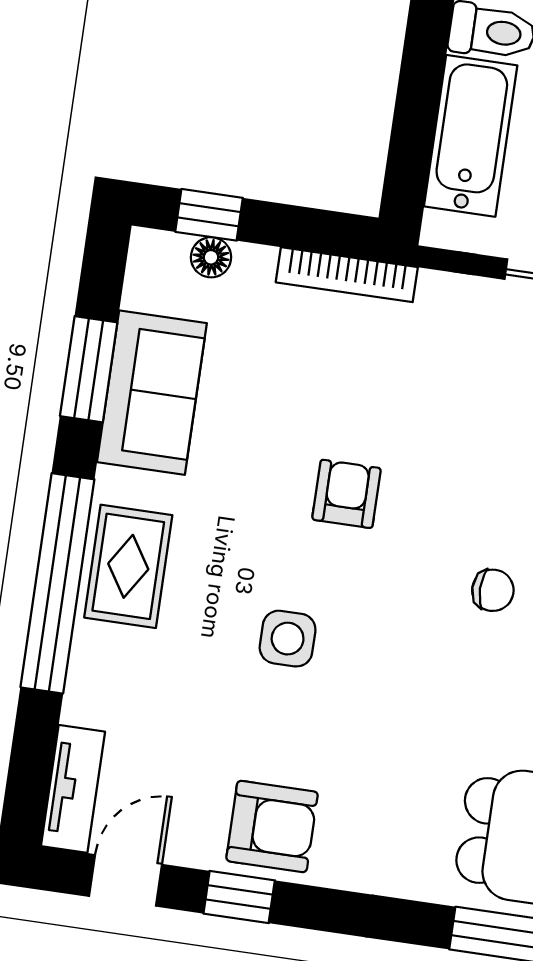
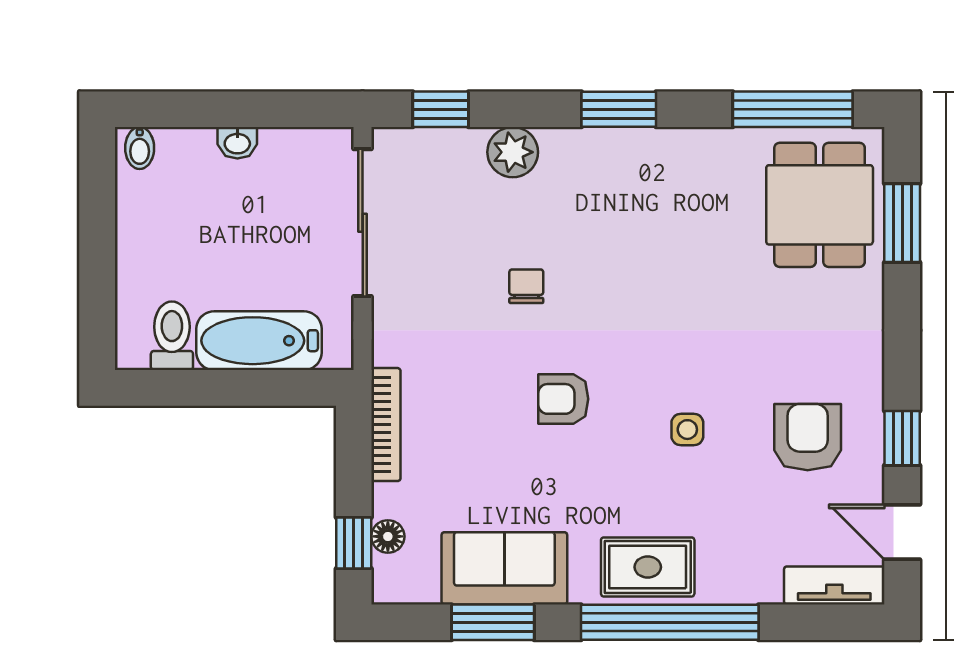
chair: (493, 590) -> (526, 286), moved
side table: (288, 639) -> (687, 430), width x0.73, depth x0.73
armchair: (272, 826) -> (808, 437), moved

